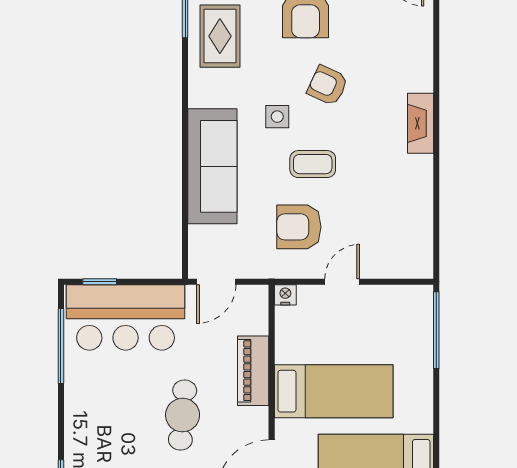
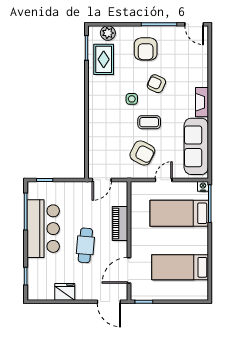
sofa: (212, 166) -> (196, 146), moved, turned 180
armchair: (299, 227) -> (142, 153), turned -153
nightstand: (285, 295) -> (203, 186), moved
bar counter: (126, 317) -> (43, 229), moved, turned -90
bed: (334, 391) -> (179, 213), moved, turned 180

